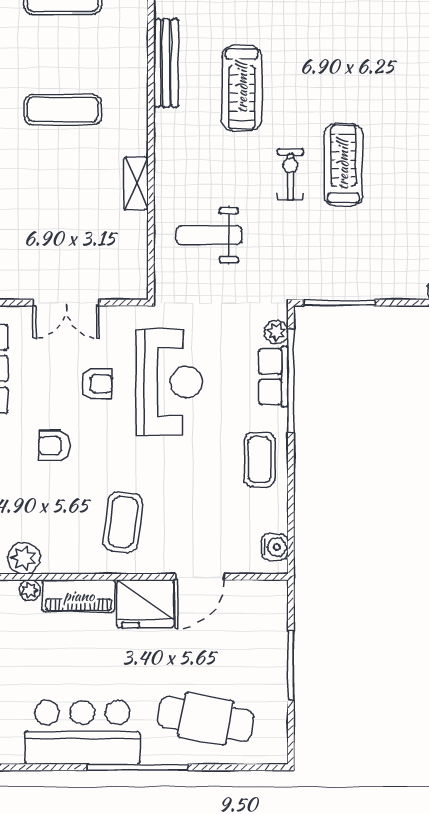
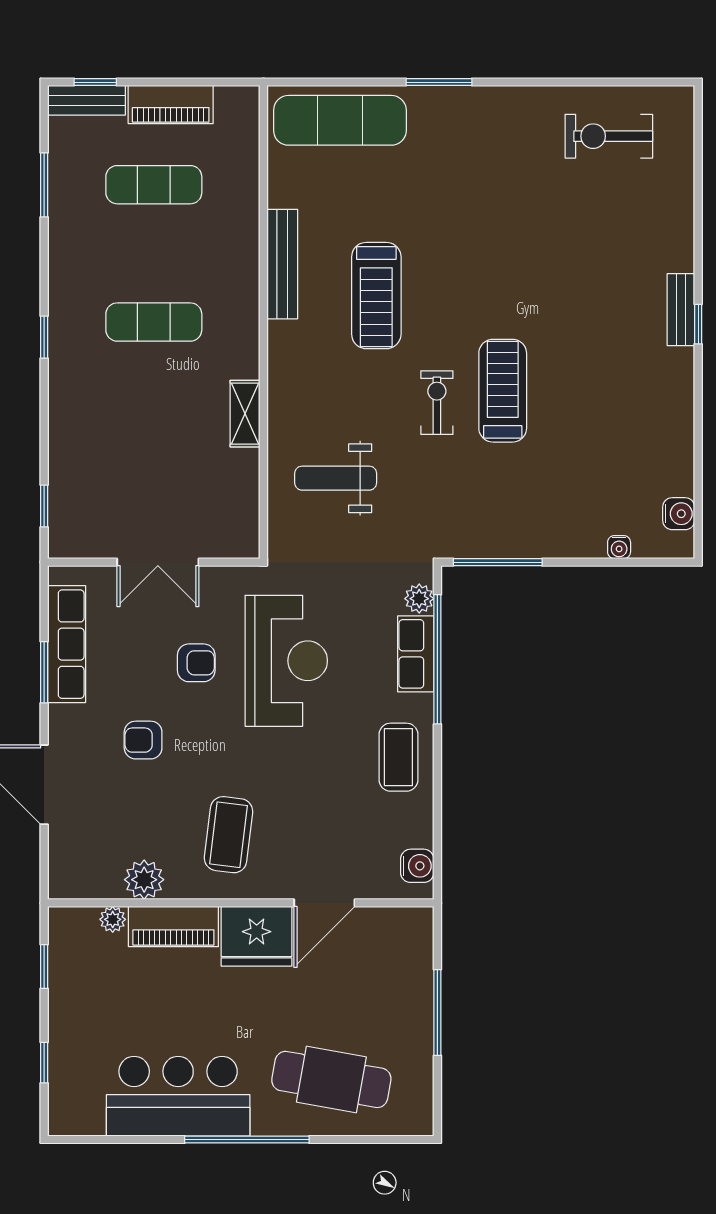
plant: (24, 558) -> (144, 880), moved

